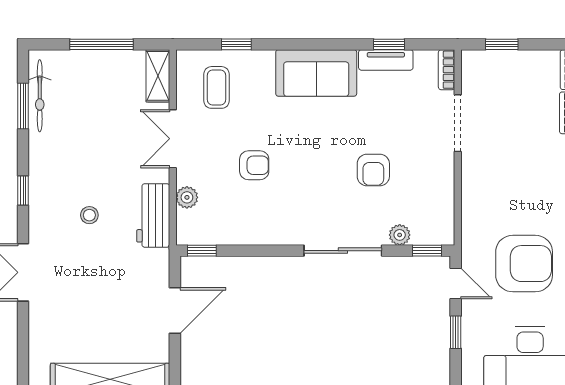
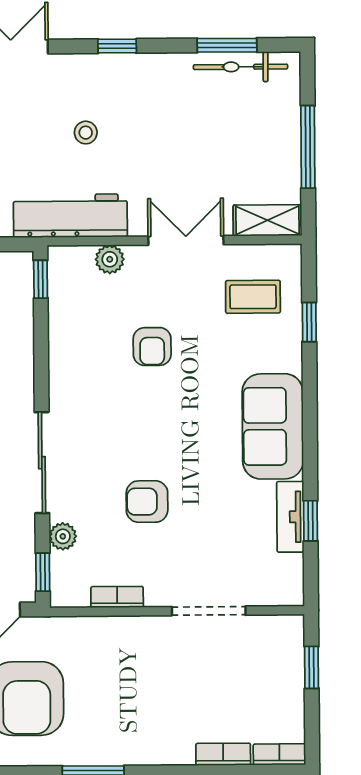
bookcase: (447, 70) -> (117, 597), moved
workbench: (153, 215) -> (70, 216), width x1.38

